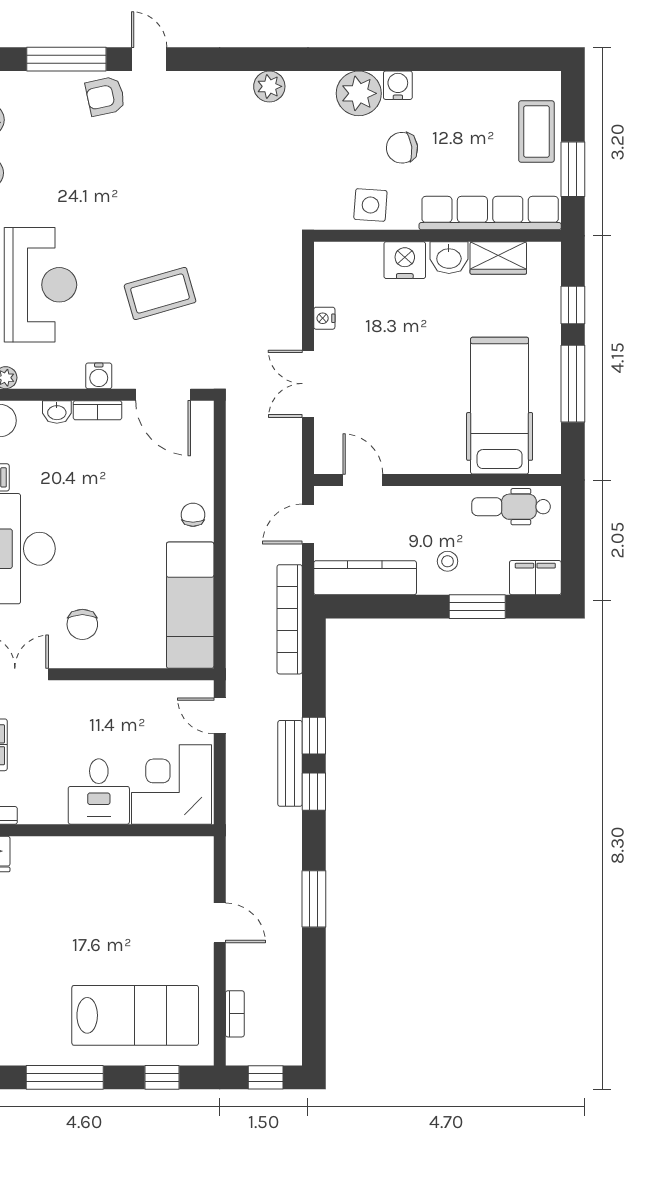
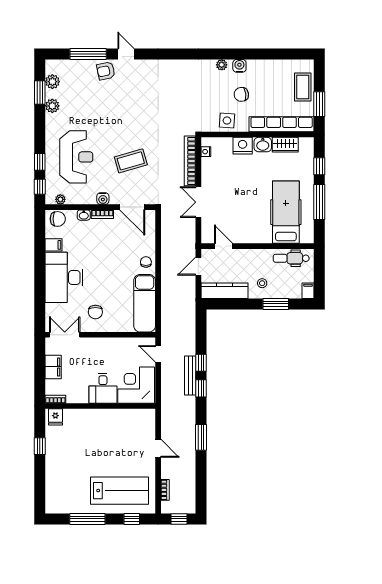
plant: (269, 86) -> (181, 66), removed
plant: (359, 93) -> (222, 65), width x0.53, depth x0.53
nightstand: (324, 318) -> (206, 152), moved
filing cabinet: (535, 578) -> (308, 291), width x0.50
bookcase: (290, 619) -> (190, 161), moved

